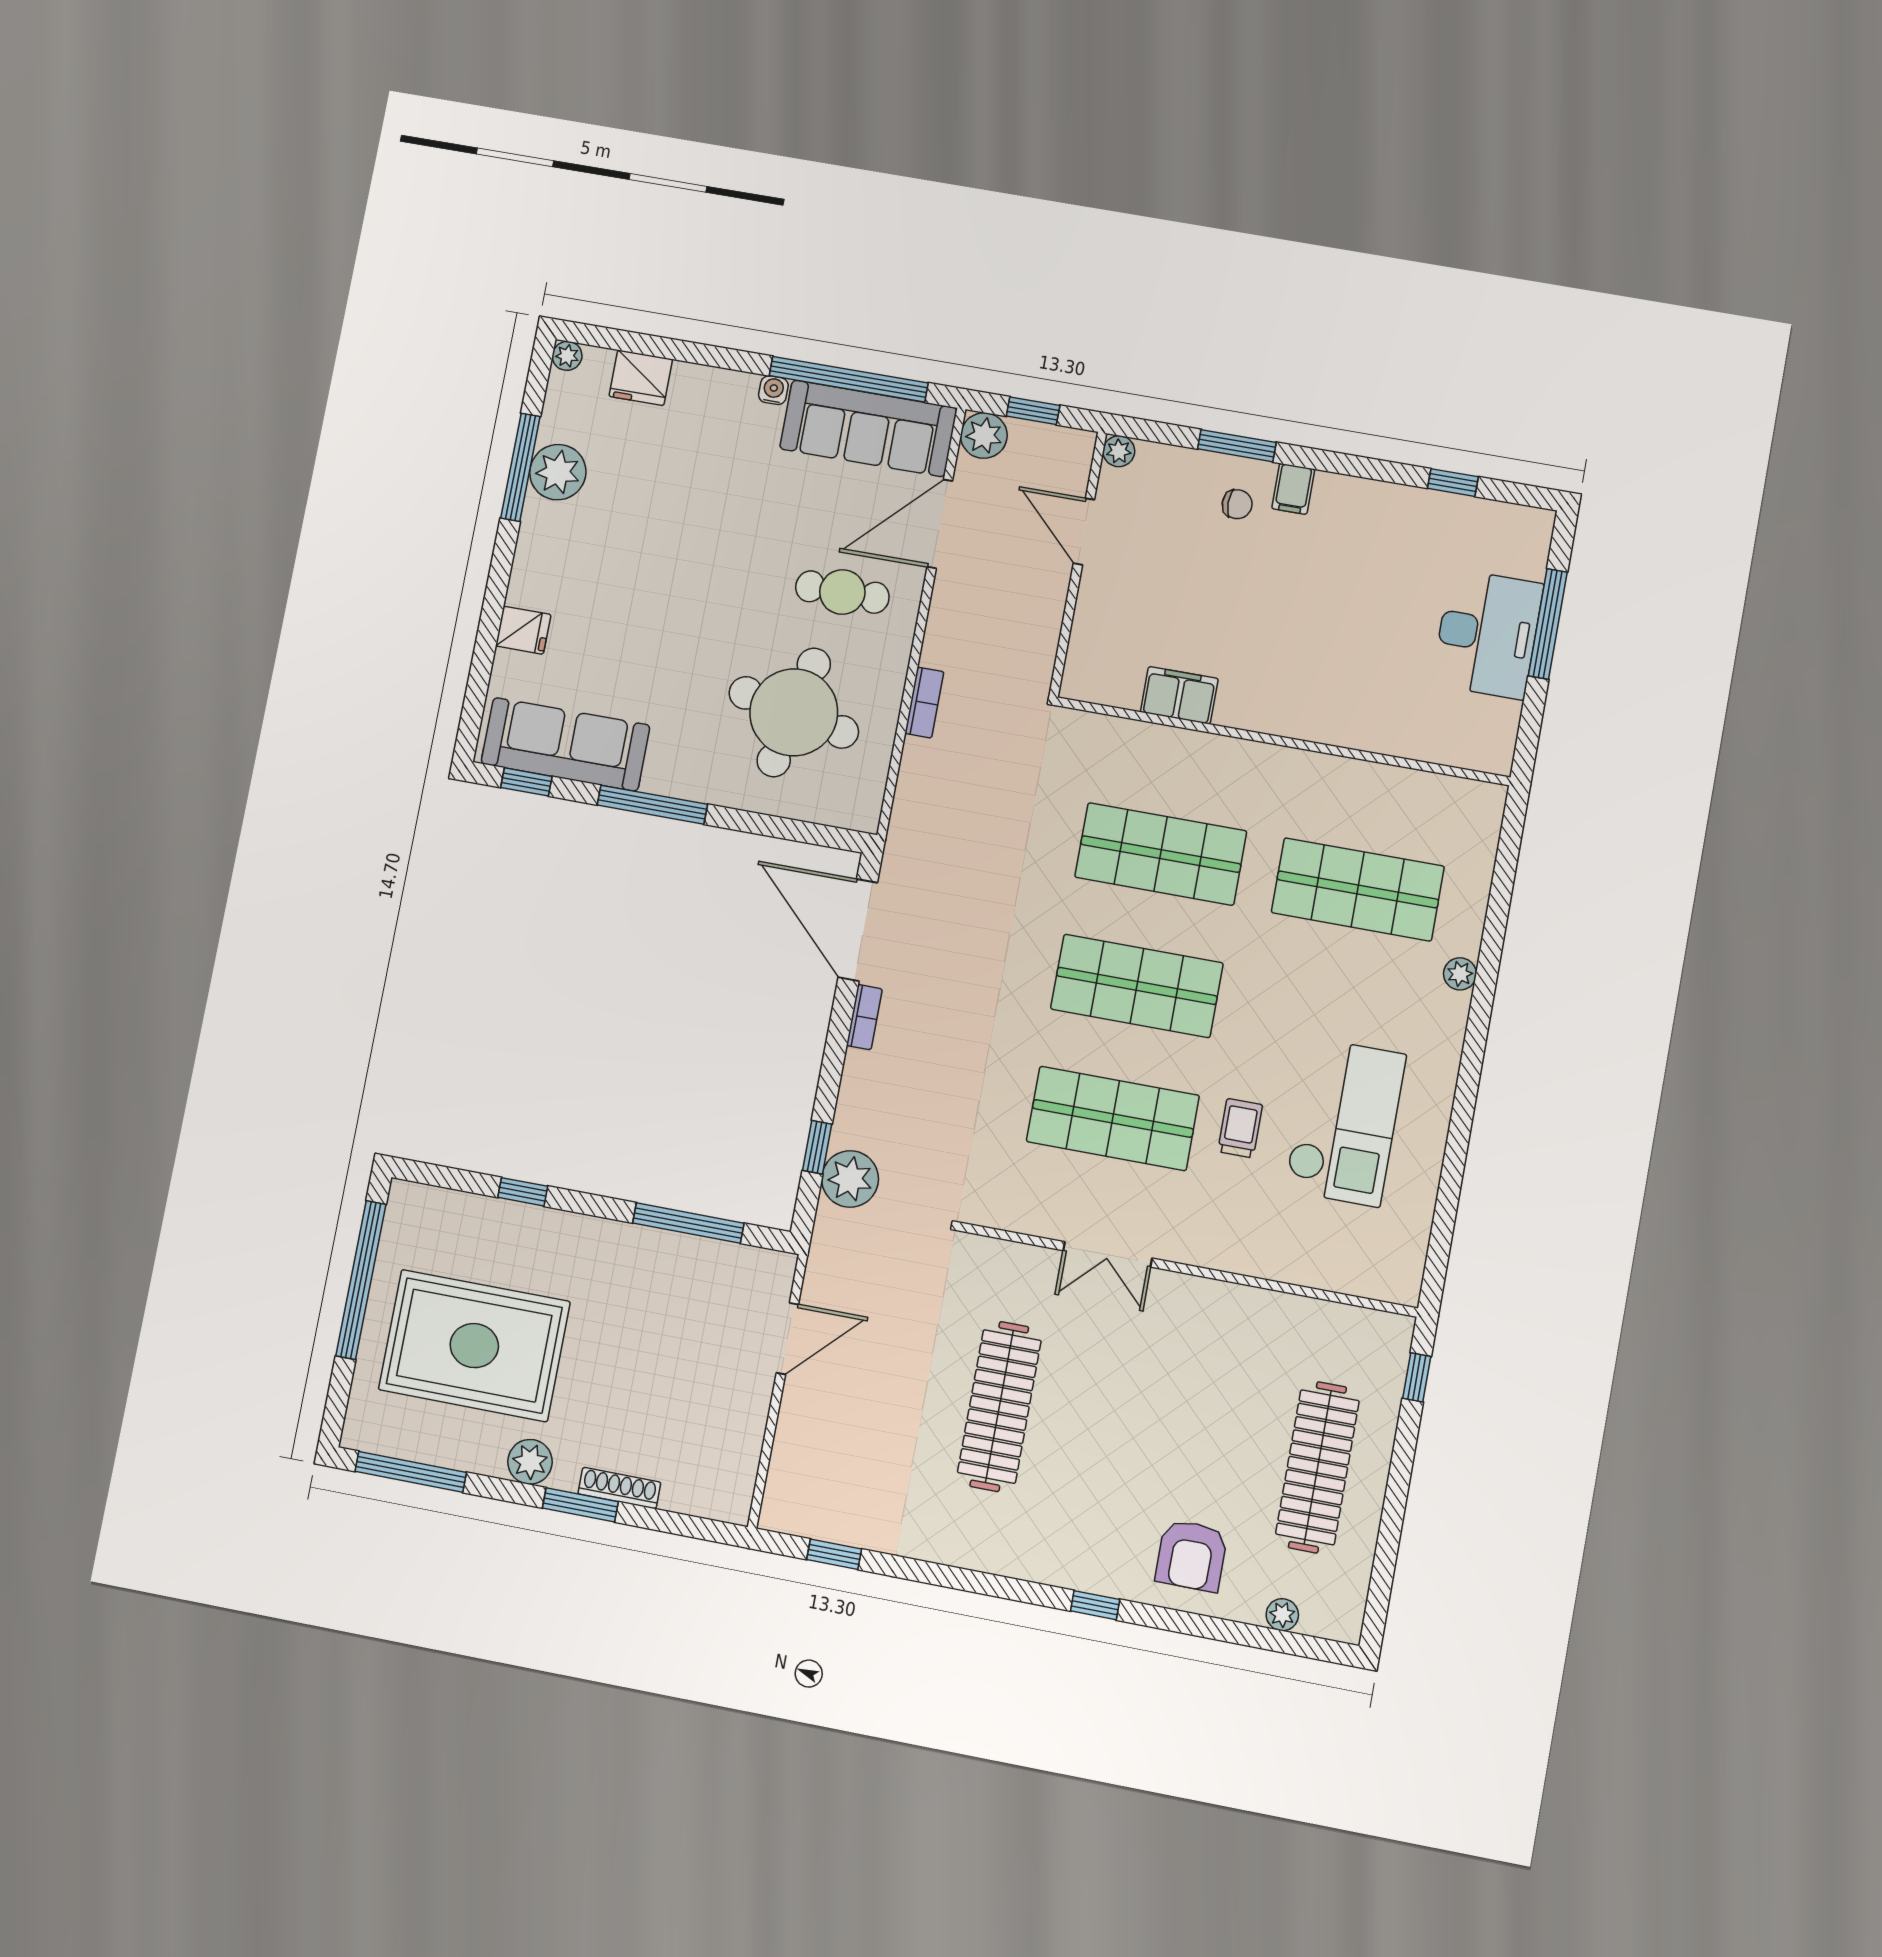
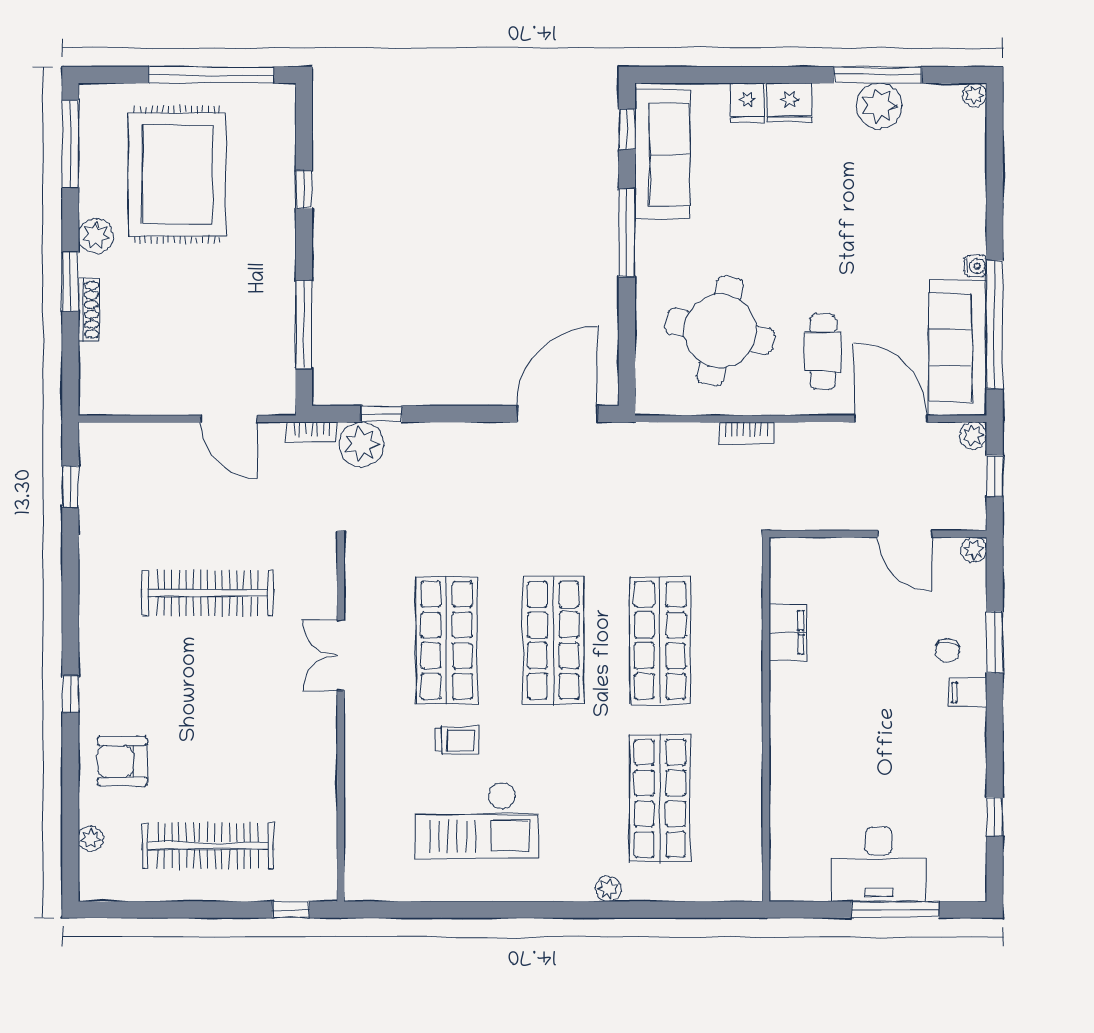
fridge: (641, 378) -> (789, 103), moved, turned -90
plant: (984, 436) -> (973, 436), width x0.73, depth x0.73
door: (1084, 532) -> (905, 534), swing flipped
bookcase: (864, 1017) -> (312, 432), moved

